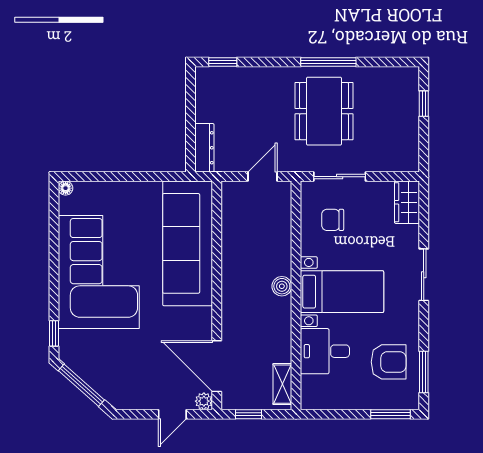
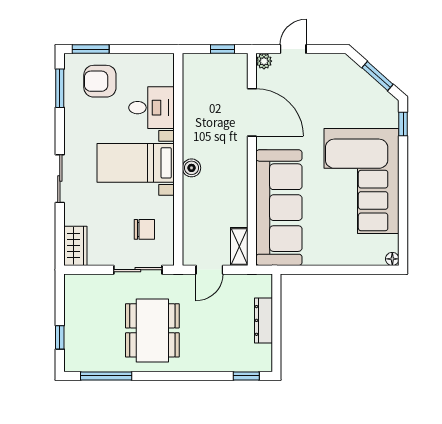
window: (328, 62) -> (106, 376), moved
dresser: (204, 148) -> (263, 320), moved
armchair: (389, 362) -> (100, 81), moved
door: (217, 366) -> (252, 112), moved
shelving: (282, 384) -> (239, 246), moved
window: (81, 385) -> (378, 76), width x0.69

